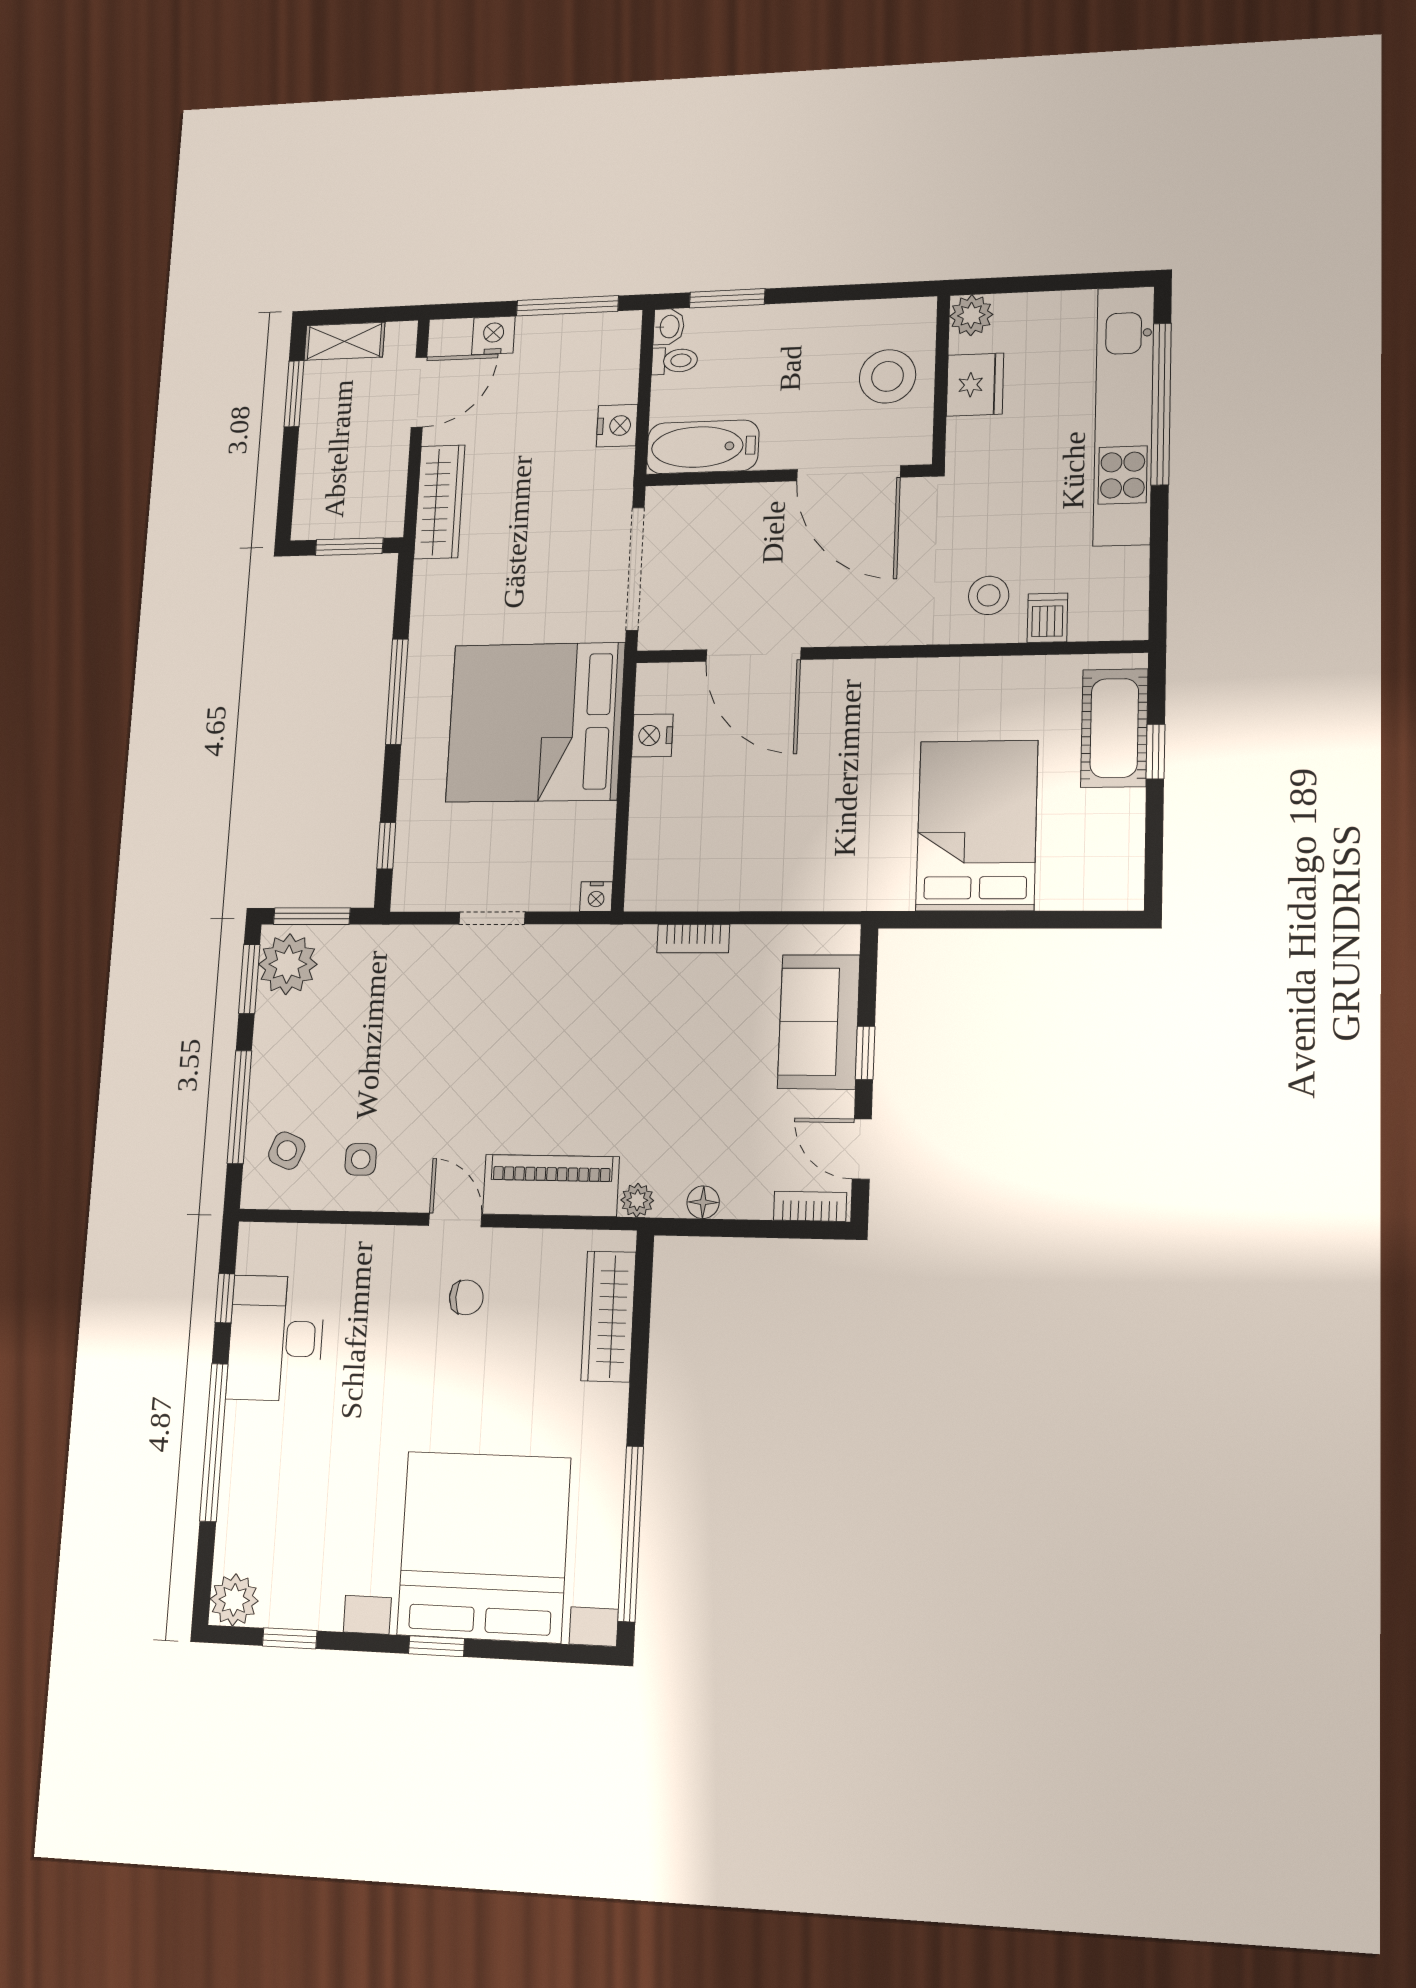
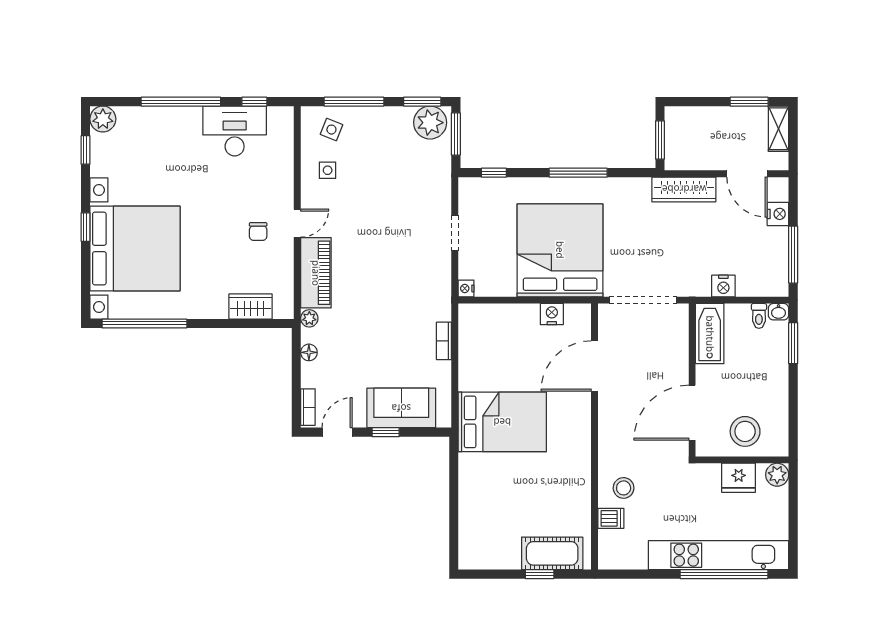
bed: (977, 825) -> (502, 422), moved
wardrobe: (609, 1316) -> (251, 306), width x0.67

